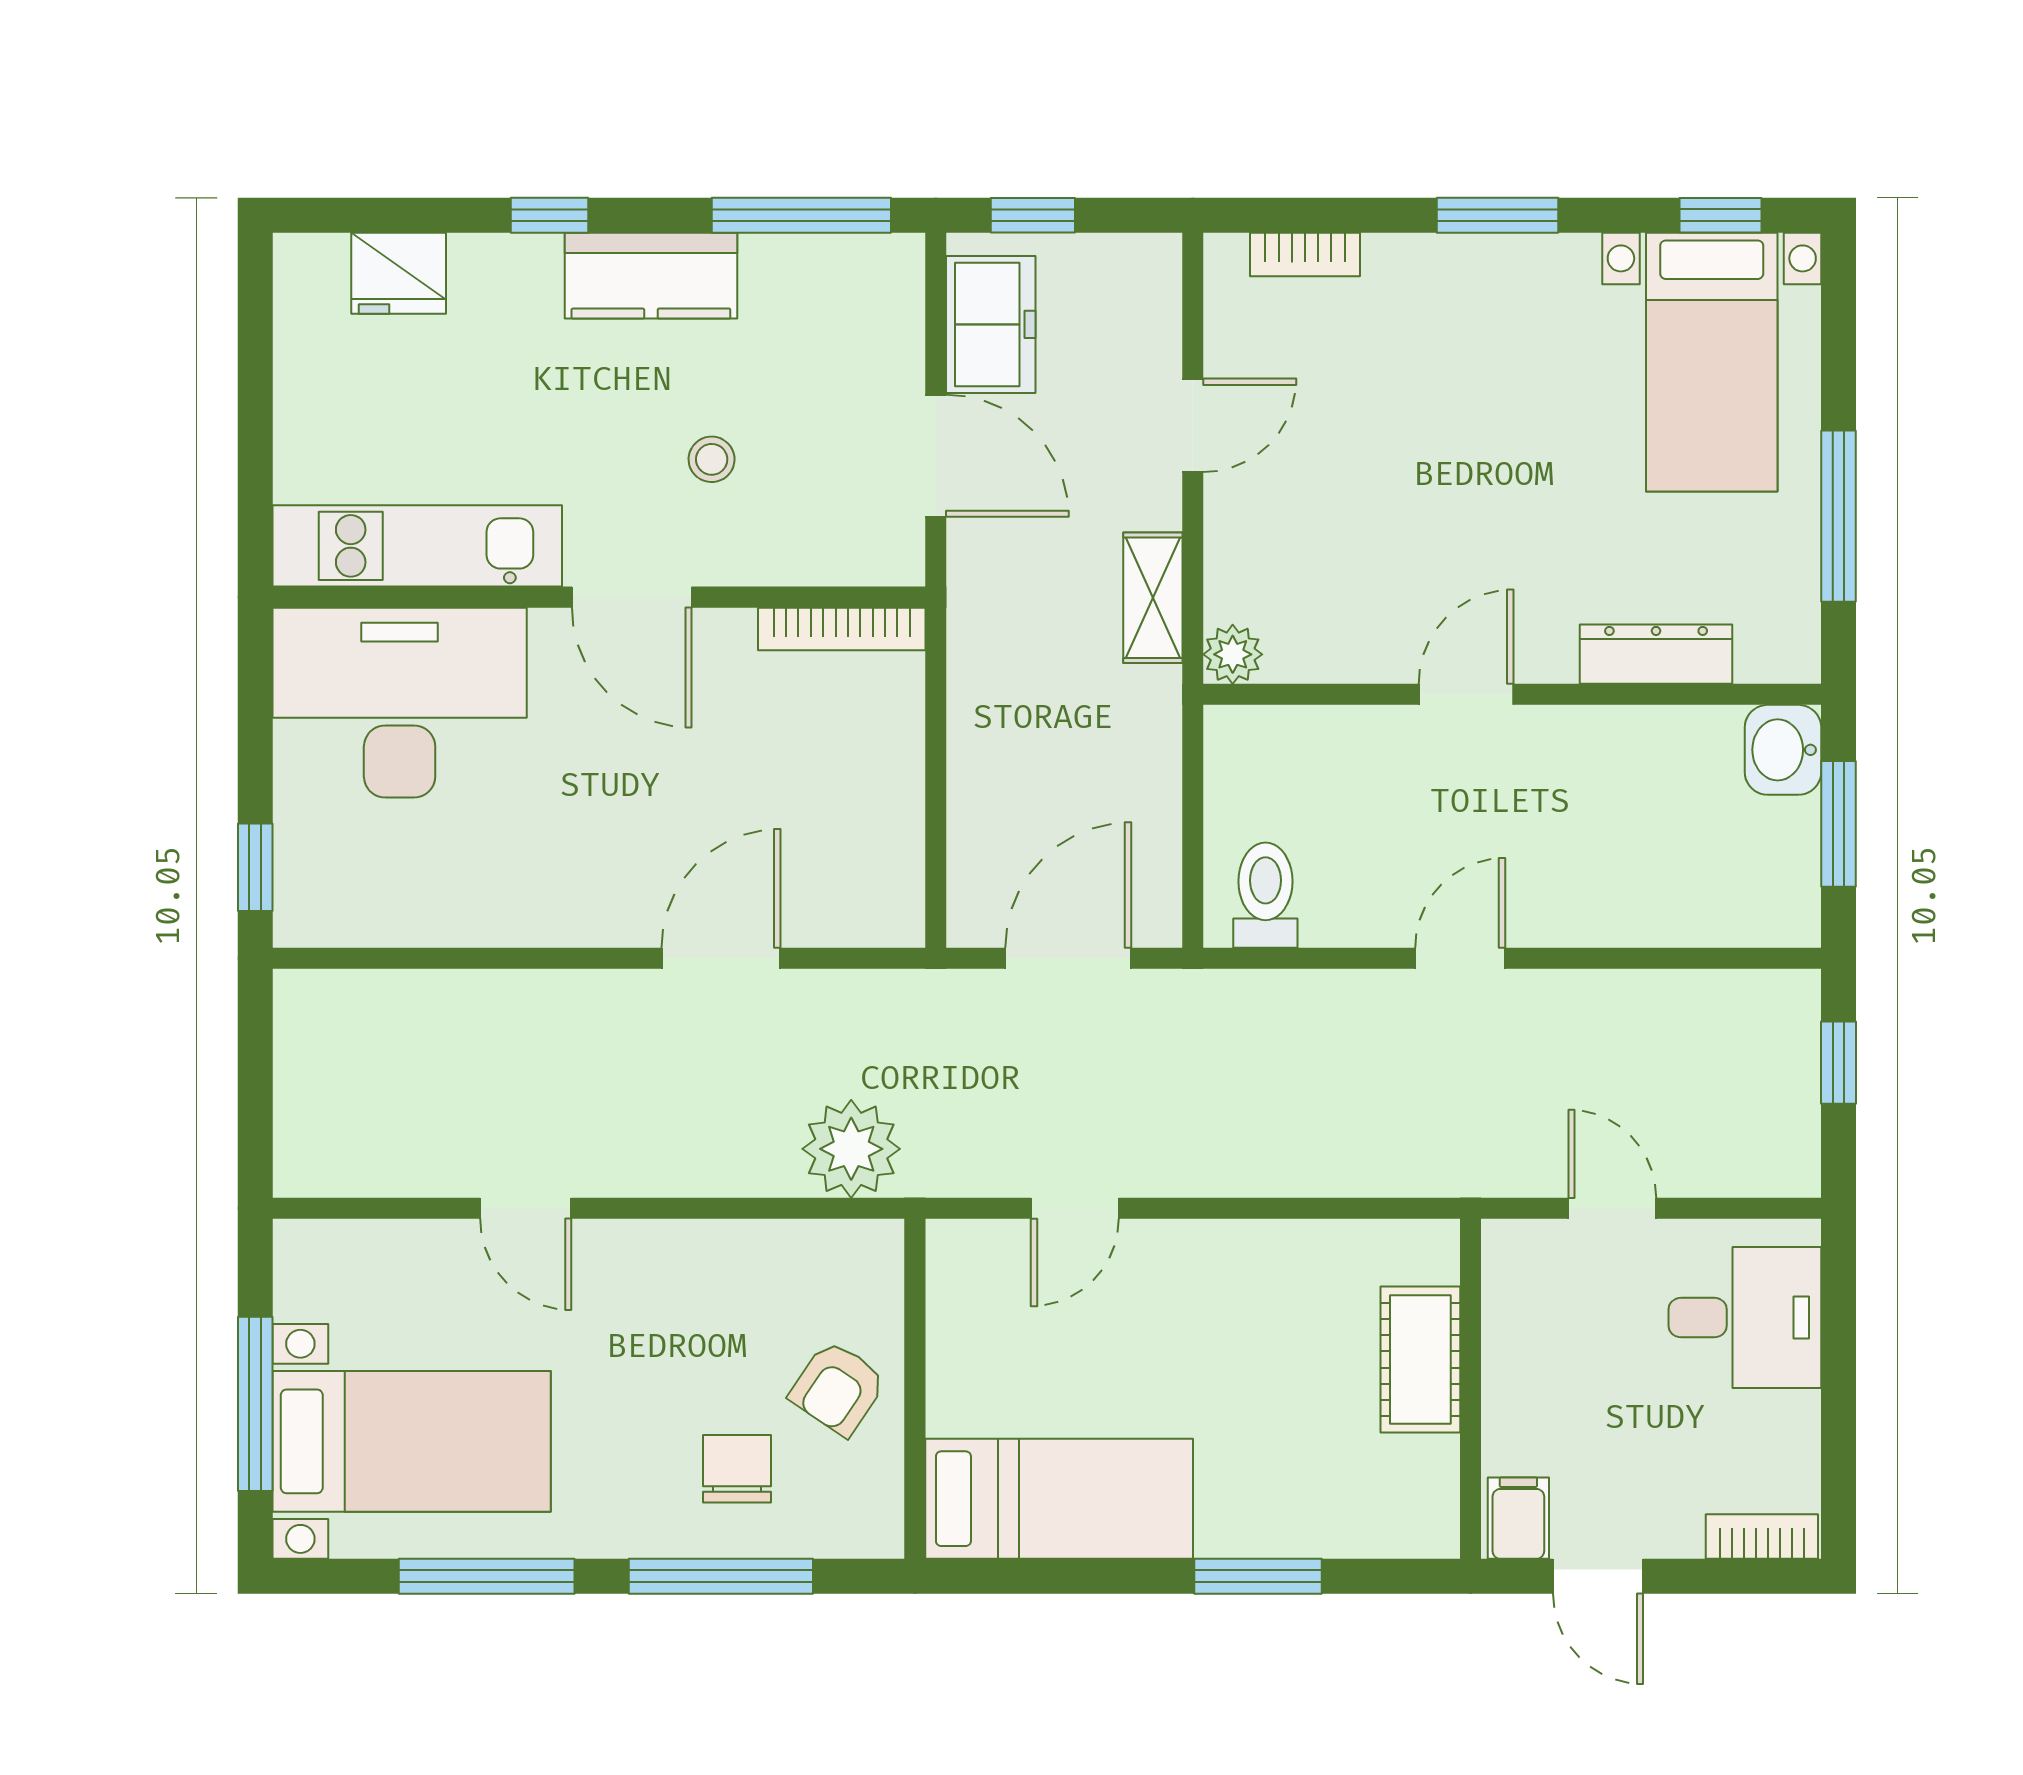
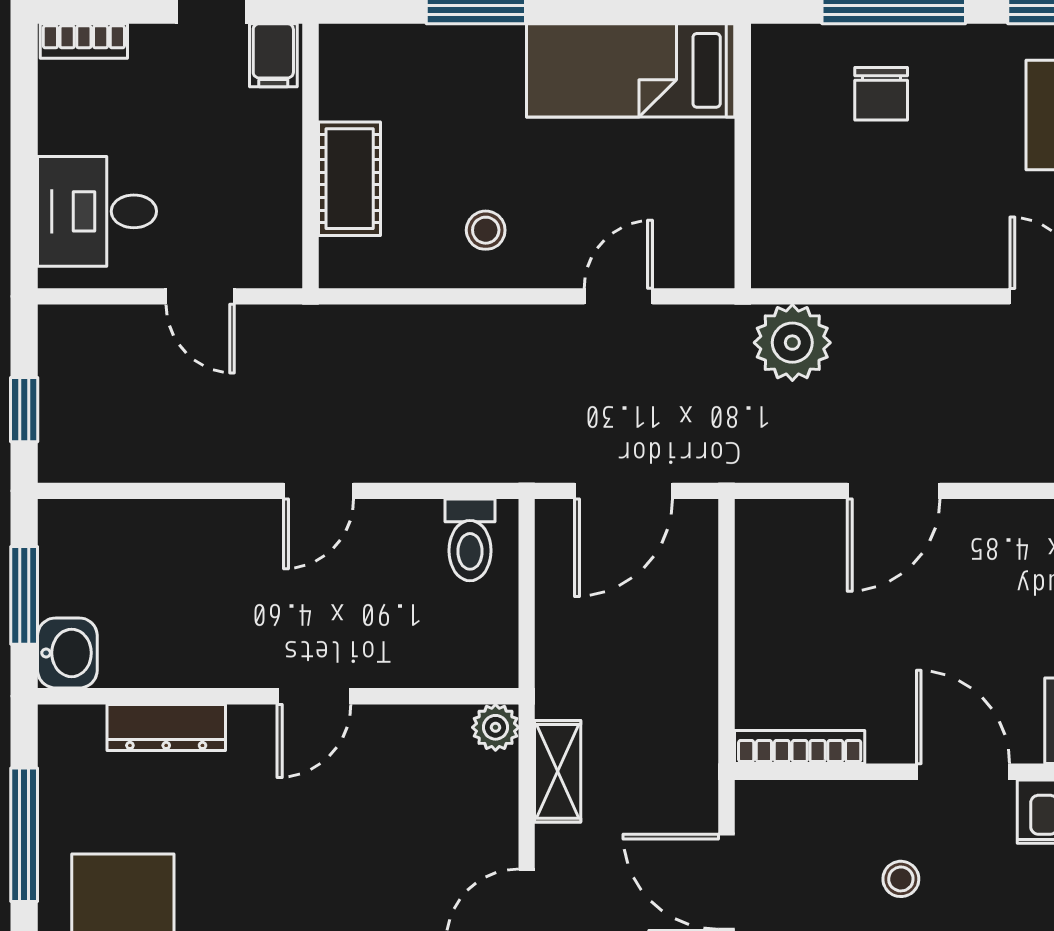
stool: (1245, 1293) -> (486, 230), added
armchair: (838, 1388) -> (803, 157), removed

